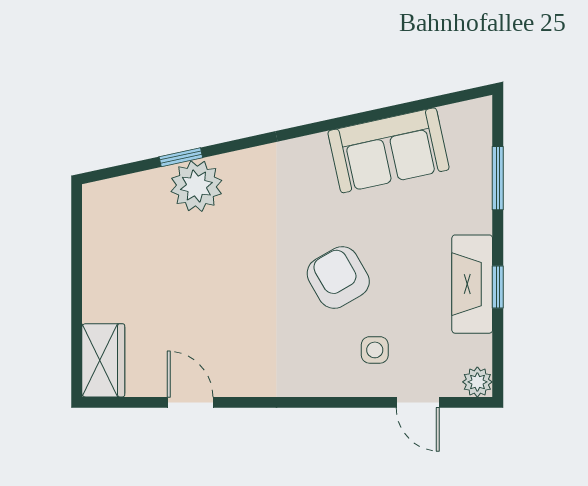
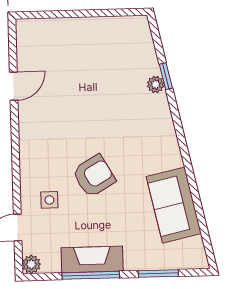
plant: (196, 186) -> (156, 84), width x0.53, depth x0.53
window: (498, 287) -> (91, 275), width x2.17
wardrobe: (103, 360) -> (38, 31), removed

